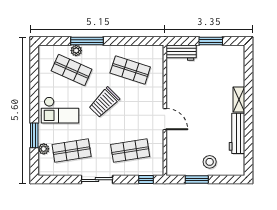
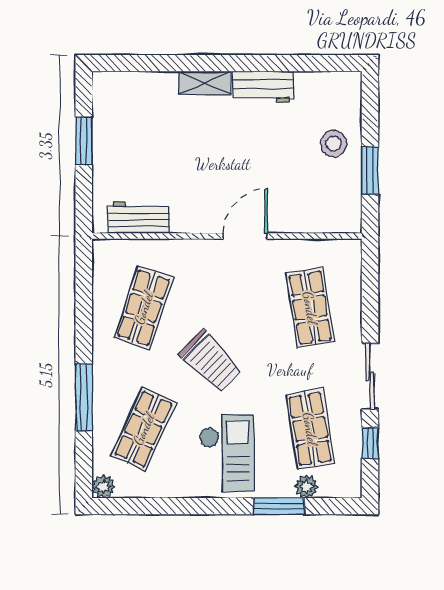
plant: (76, 51) -> (103, 486), moved
workbench: (181, 53) -> (139, 217), moved, turned -90
workbench: (237, 133) -> (263, 87), width x0.73
window: (146, 180) -> (370, 443), moved

